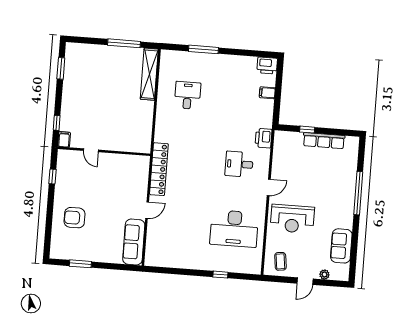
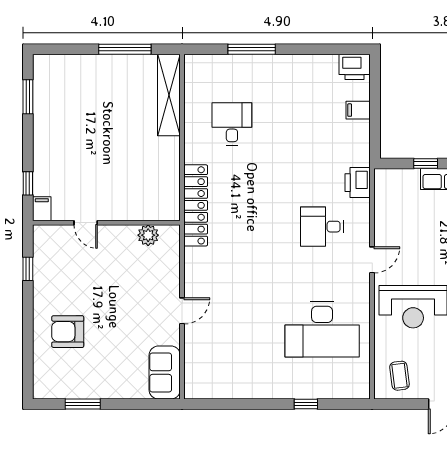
plant: (130, 161) -> (148, 235), added
locker: (159, 169) -> (196, 205), moved
sofa: (134, 242) -> (165, 373), width x0.73

